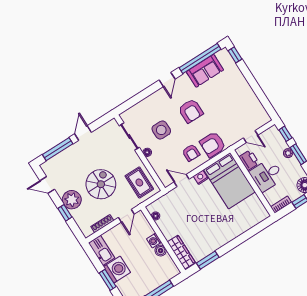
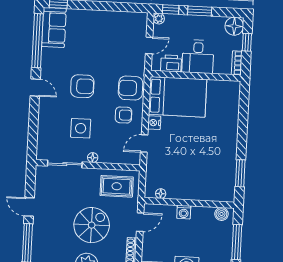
sofa: (205, 71) -> (54, 27), moved
armchair: (213, 145) -> (131, 88), turned 90
plant: (288, 153) -> (159, 19), moved
spiral stairs: (101, 184) -> (92, 225), turned 90
door: (126, 216) -> (140, 222), hinge flipped
boiler: (161, 251) -> (221, 214), moved
wardrobe: (181, 252) -> (214, 194), removed

